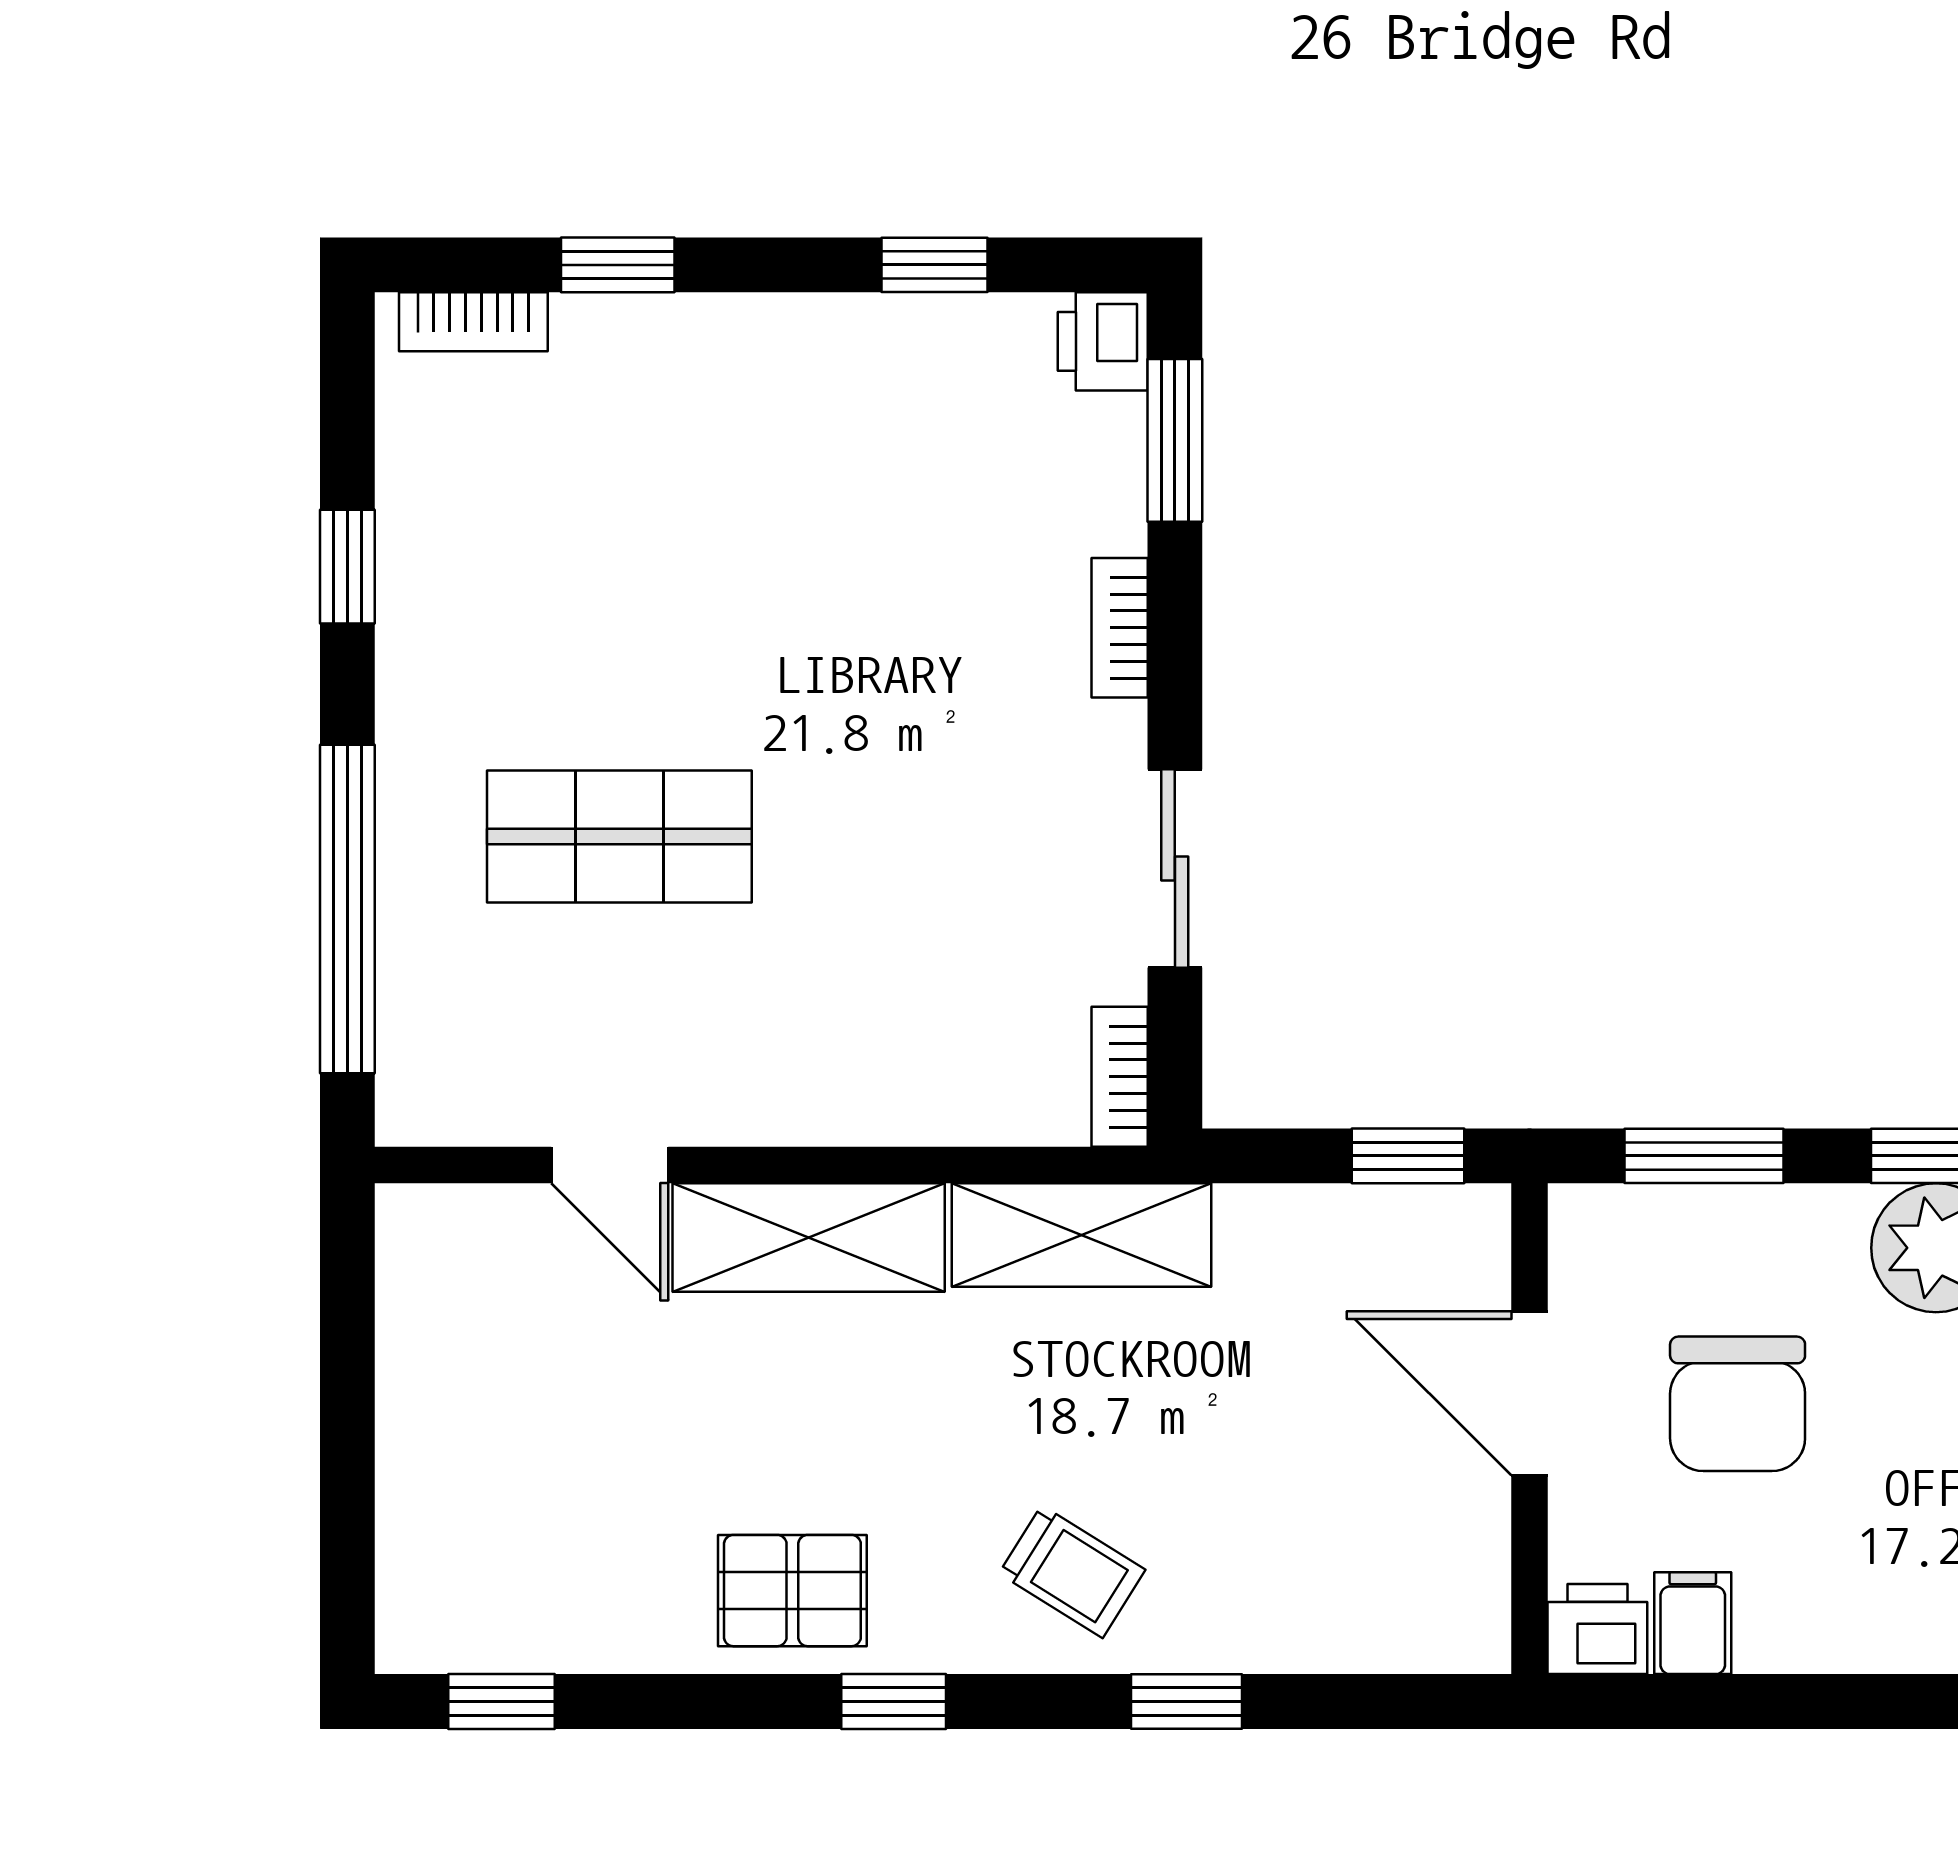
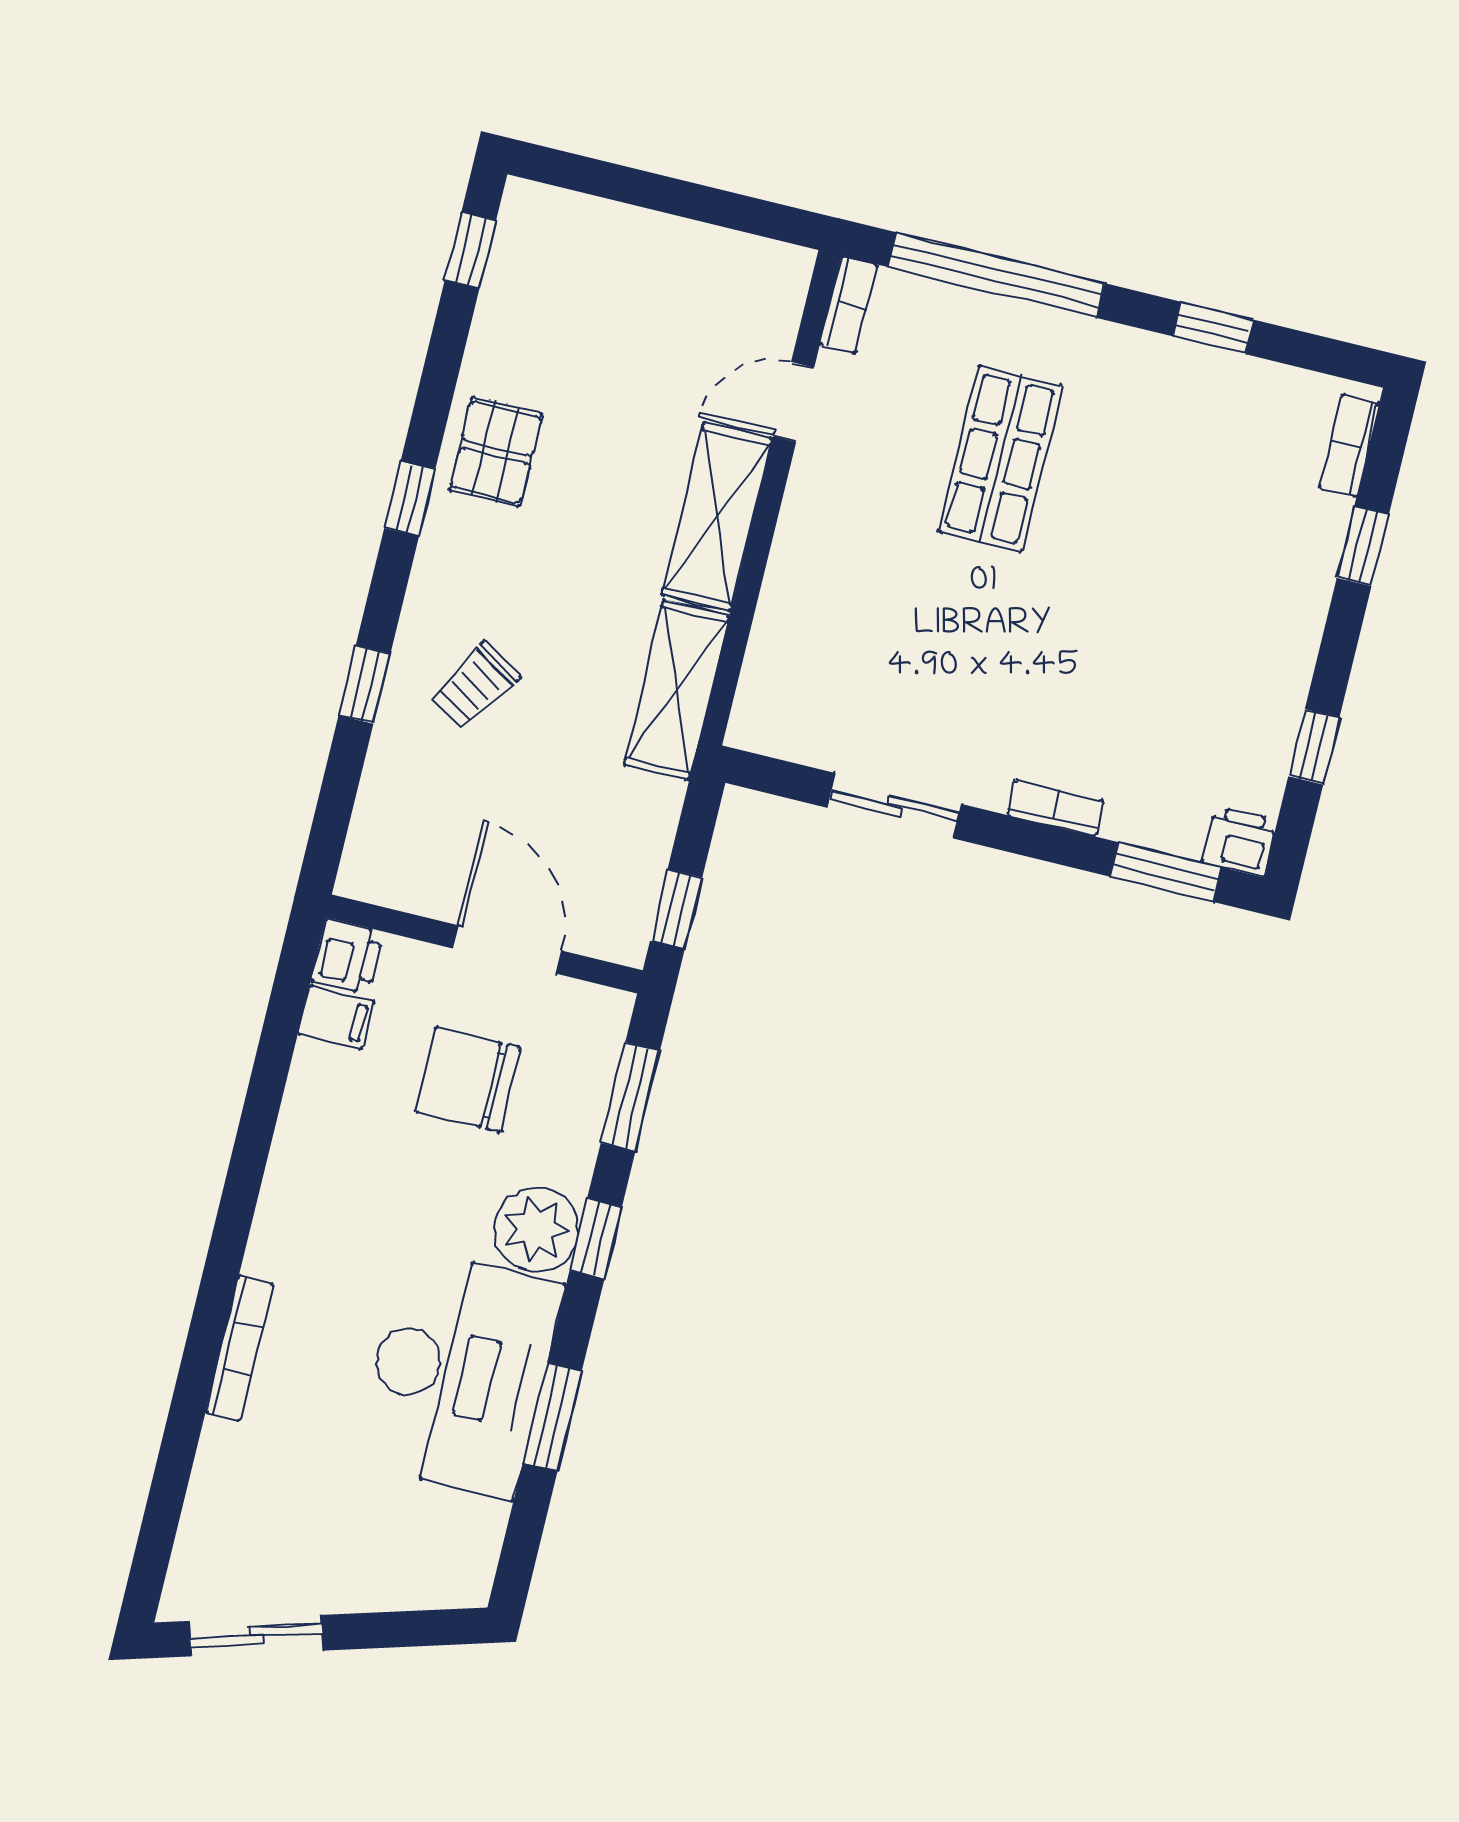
bookcase: (1120, 1077) -> (848, 304), moved, turned 90
door: (1529, 1393) -> (507, 949), hinge flipped
trolley: (1072, 1572) -> (474, 686), moved

